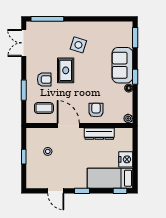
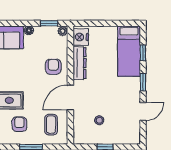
window: (135, 77) -> (49, 23), moved
armchair: (96, 110) -> (53, 67), turned 90
nightstand: (126, 159) -> (81, 37), moved, turned -90
window: (120, 191) -> (143, 53), moved

